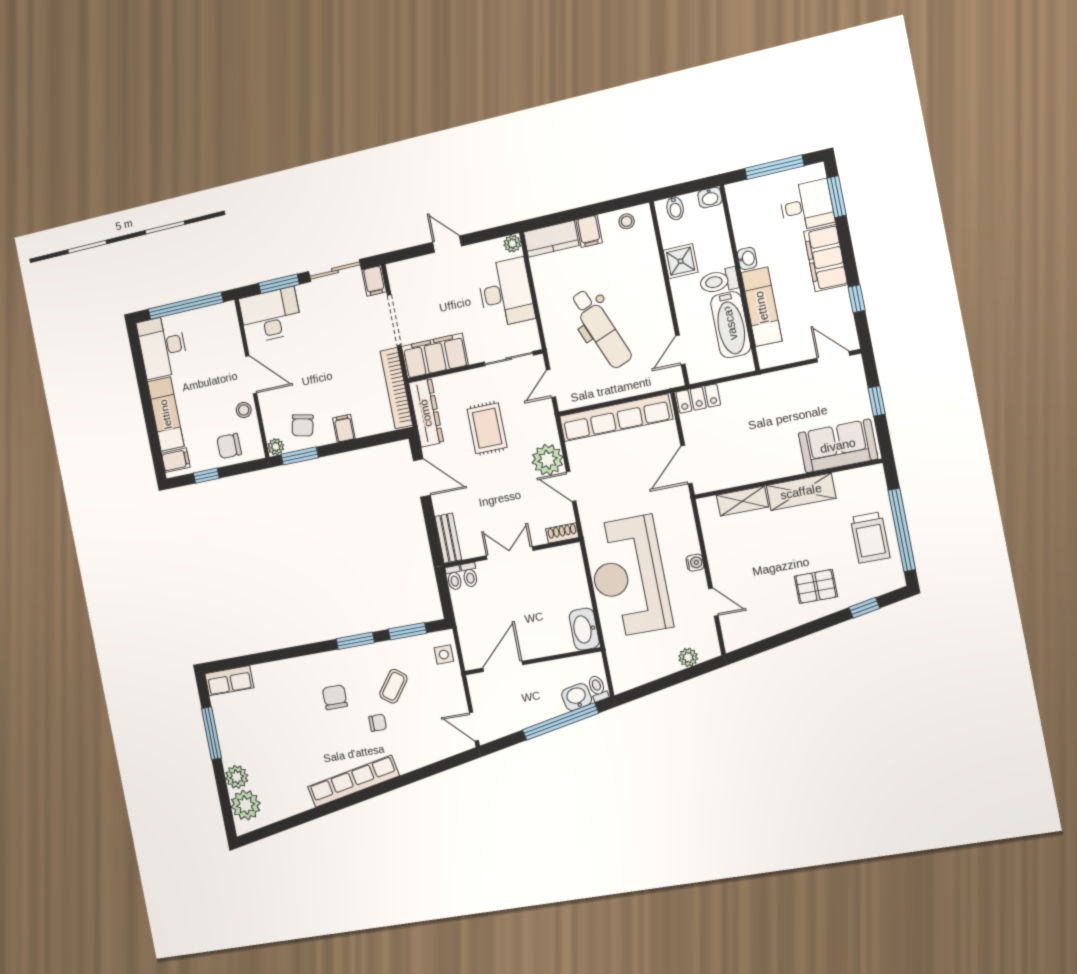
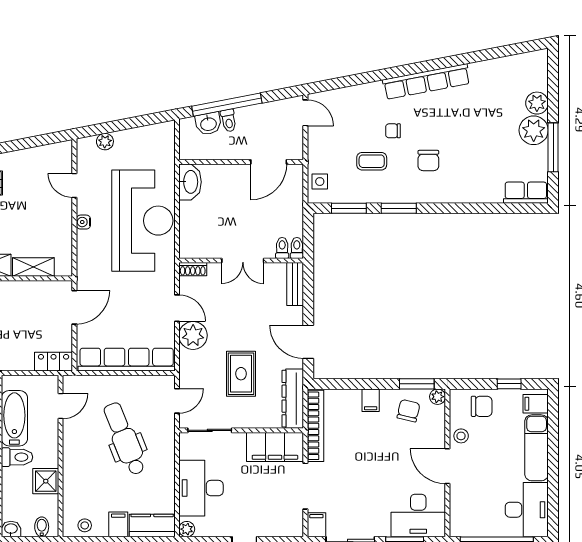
coffee table: (393, 686) -> (372, 161), turned 53
toilet: (598, 688) -> (229, 120), moved
plant: (246, 805) -> (534, 130), moved

